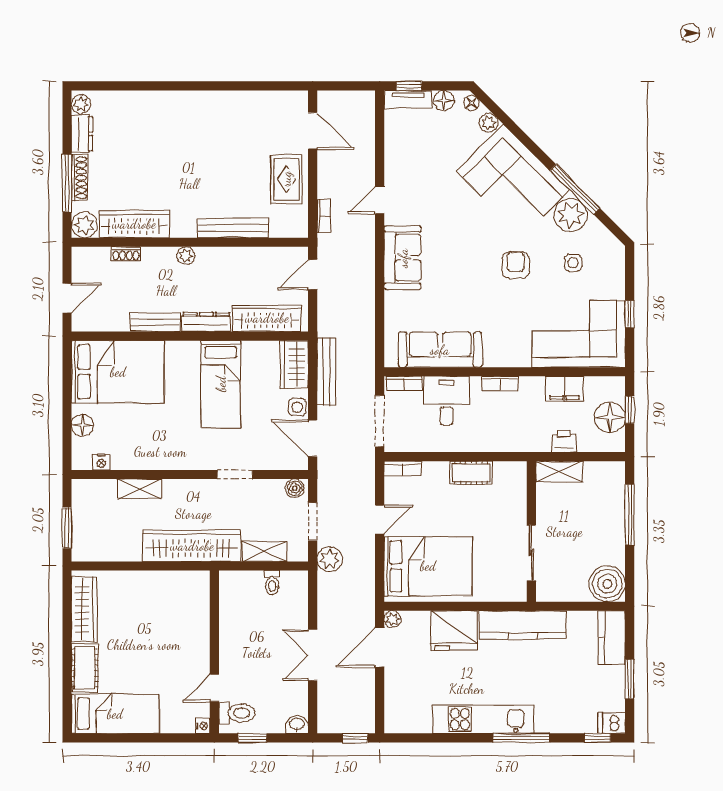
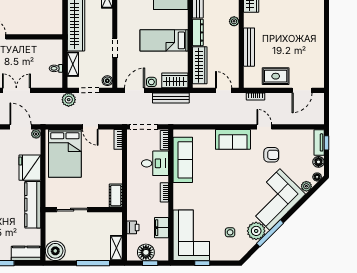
armchair: (516, 265) -> (271, 155), moved
shelving: (559, 472) -> (116, 248), moved
cot: (471, 473) -> (116, 196), moved

